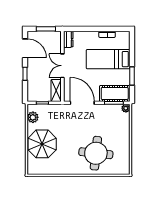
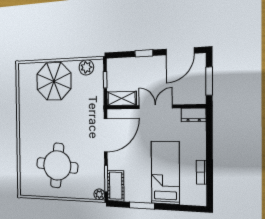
cot: (115, 93) -> (116, 186), width x0.73, depth x0.75
round table: (96, 153) -> (57, 165), moved

